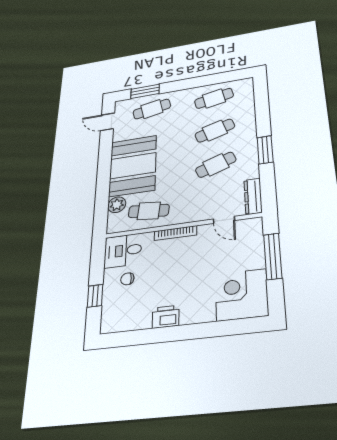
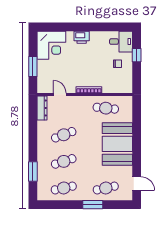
window: (145, 91) -> (93, 205), moved
window: (265, 150) -> (33, 171), moved
plant: (117, 205) -> (127, 116), removed
desk: (123, 251) -> (121, 42), moved
window: (273, 256) -> (33, 66), width x0.69
printer: (166, 317) -> (82, 37), moved

